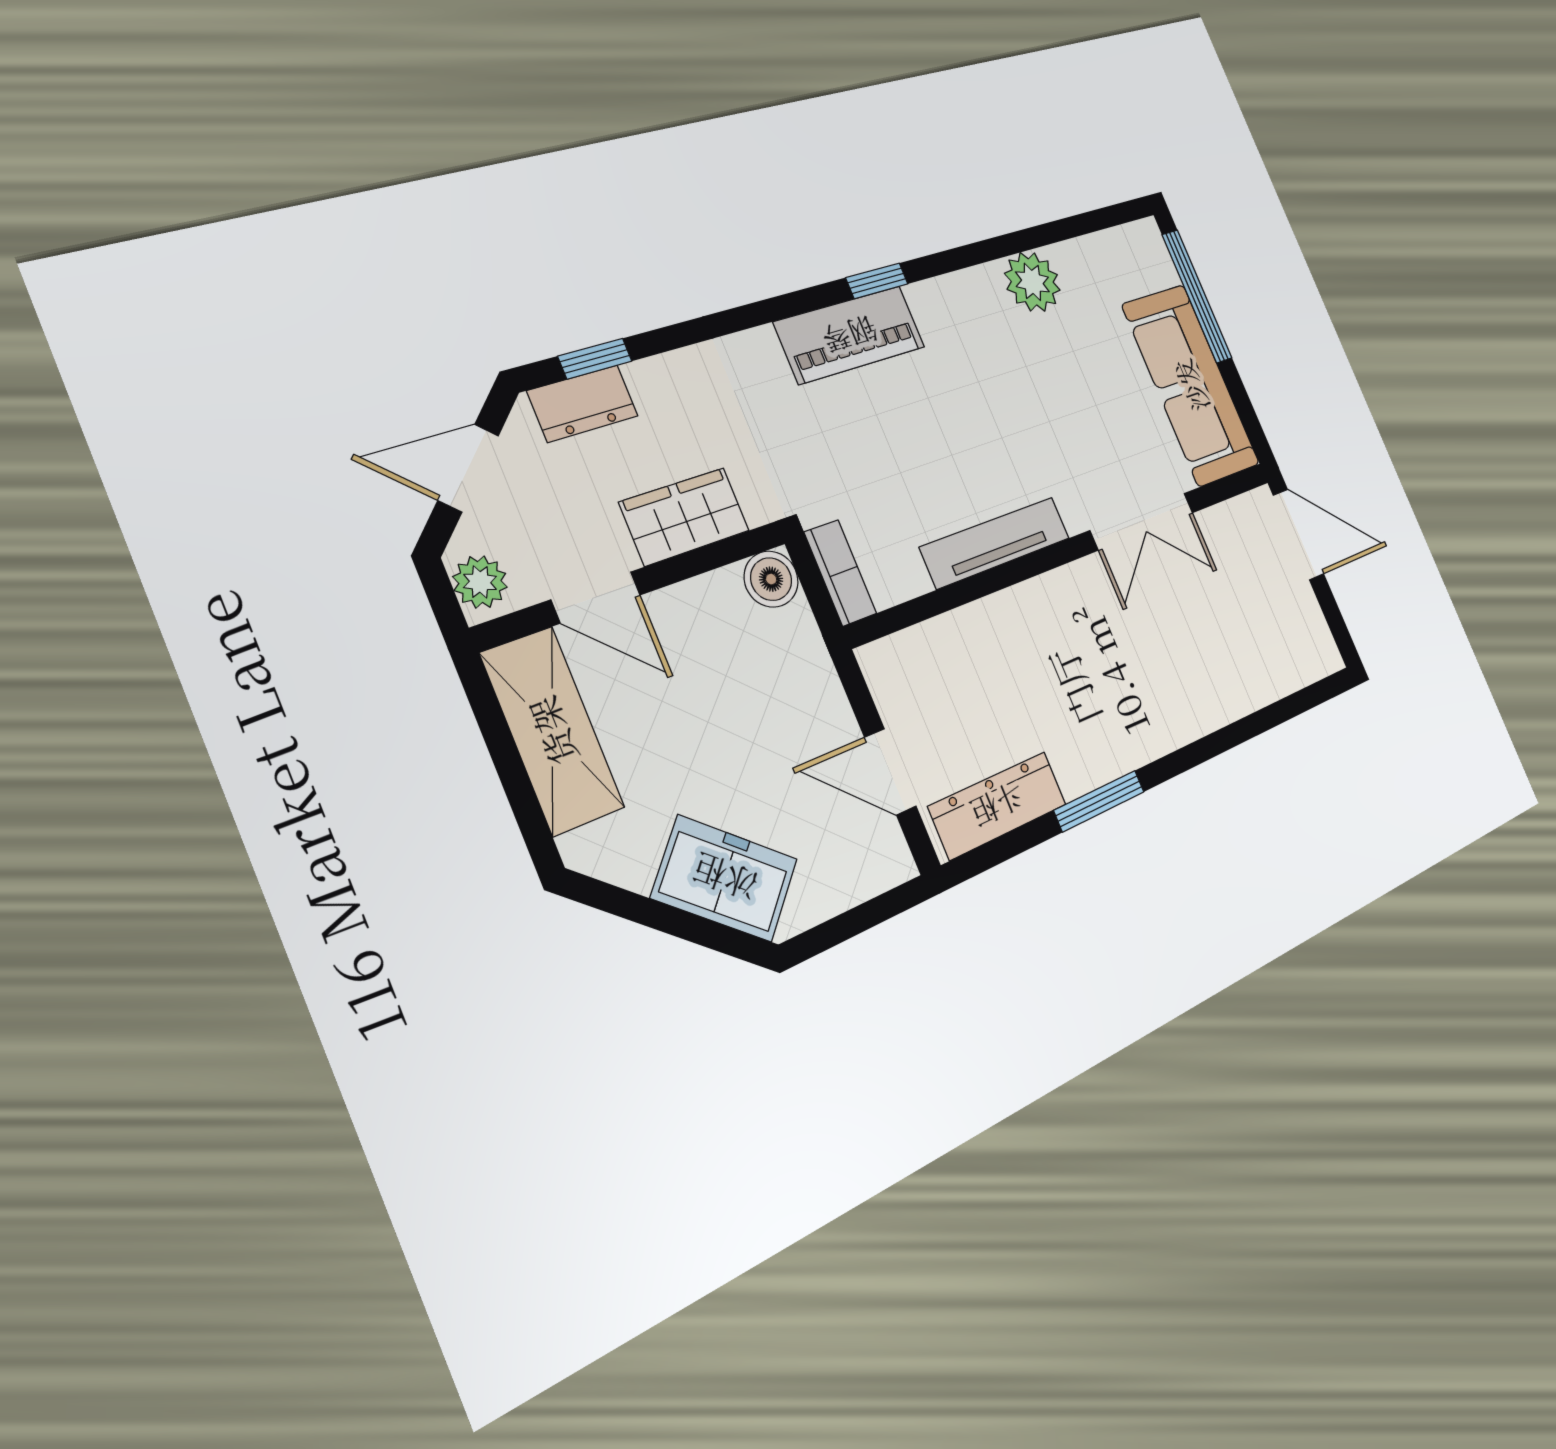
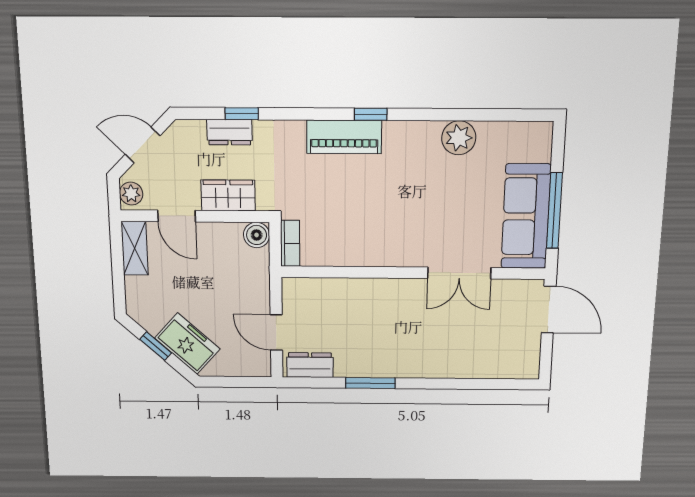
window: (1197, 296) -> (554, 211), moved
window: (595, 359) -> (242, 114), moved
dresser: (583, 403) -> (229, 132), moved
tv unit: (995, 543) -> (374, 256), removed
shelving: (552, 731) -> (135, 248), width x0.67, depth x0.75
dresser: (998, 805) -> (310, 365), width x0.70
window: (659, 916) -> (156, 346), added

